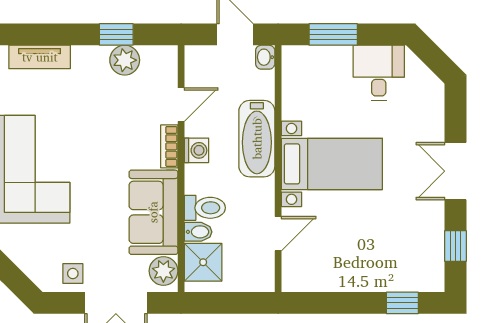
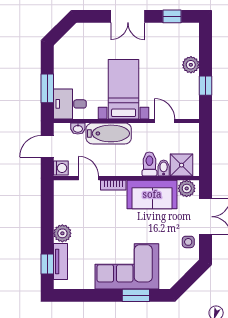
window: (116, 34) -> (47, 264), moved
washbasin: (265, 57) -> (78, 129), moved
plant: (125, 60) -> (62, 233), moved
desk: (379, 73) -> (70, 104), moved
washing machine: (197, 150) -> (61, 168), moved, turned 90
plant: (373, 278) -> (191, 65), added
window: (402, 303) -> (206, 86), moved

